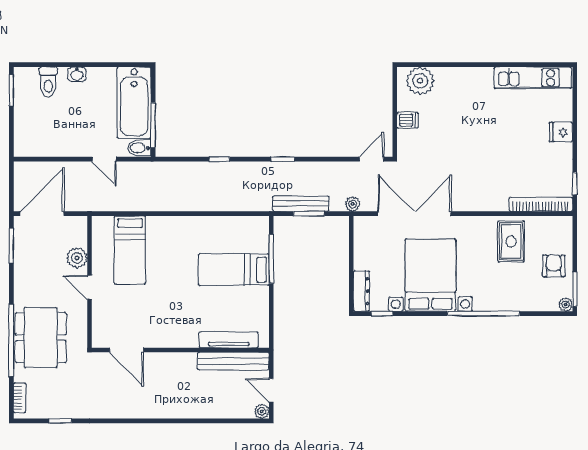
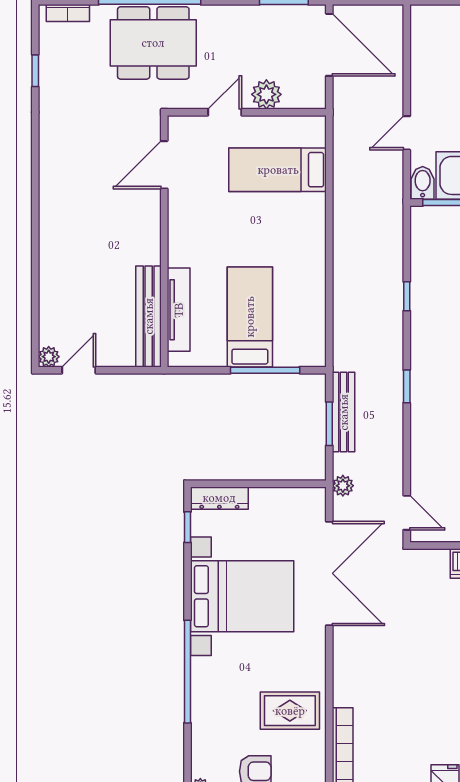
tv unit: (229, 340) -> (179, 310), moved
door: (127, 350) -> (164, 165), moved
wall: (180, 350) -> (164, 241), moved
bench: (233, 361) -> (149, 316), moved

